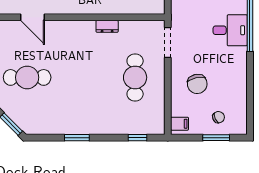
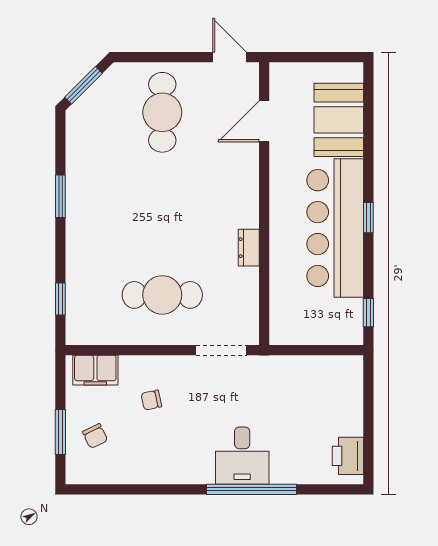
chair: (197, 84) -> (151, 400), width x0.54, depth x0.54
filing cabinet: (180, 124) -> (95, 370), width x2.00

